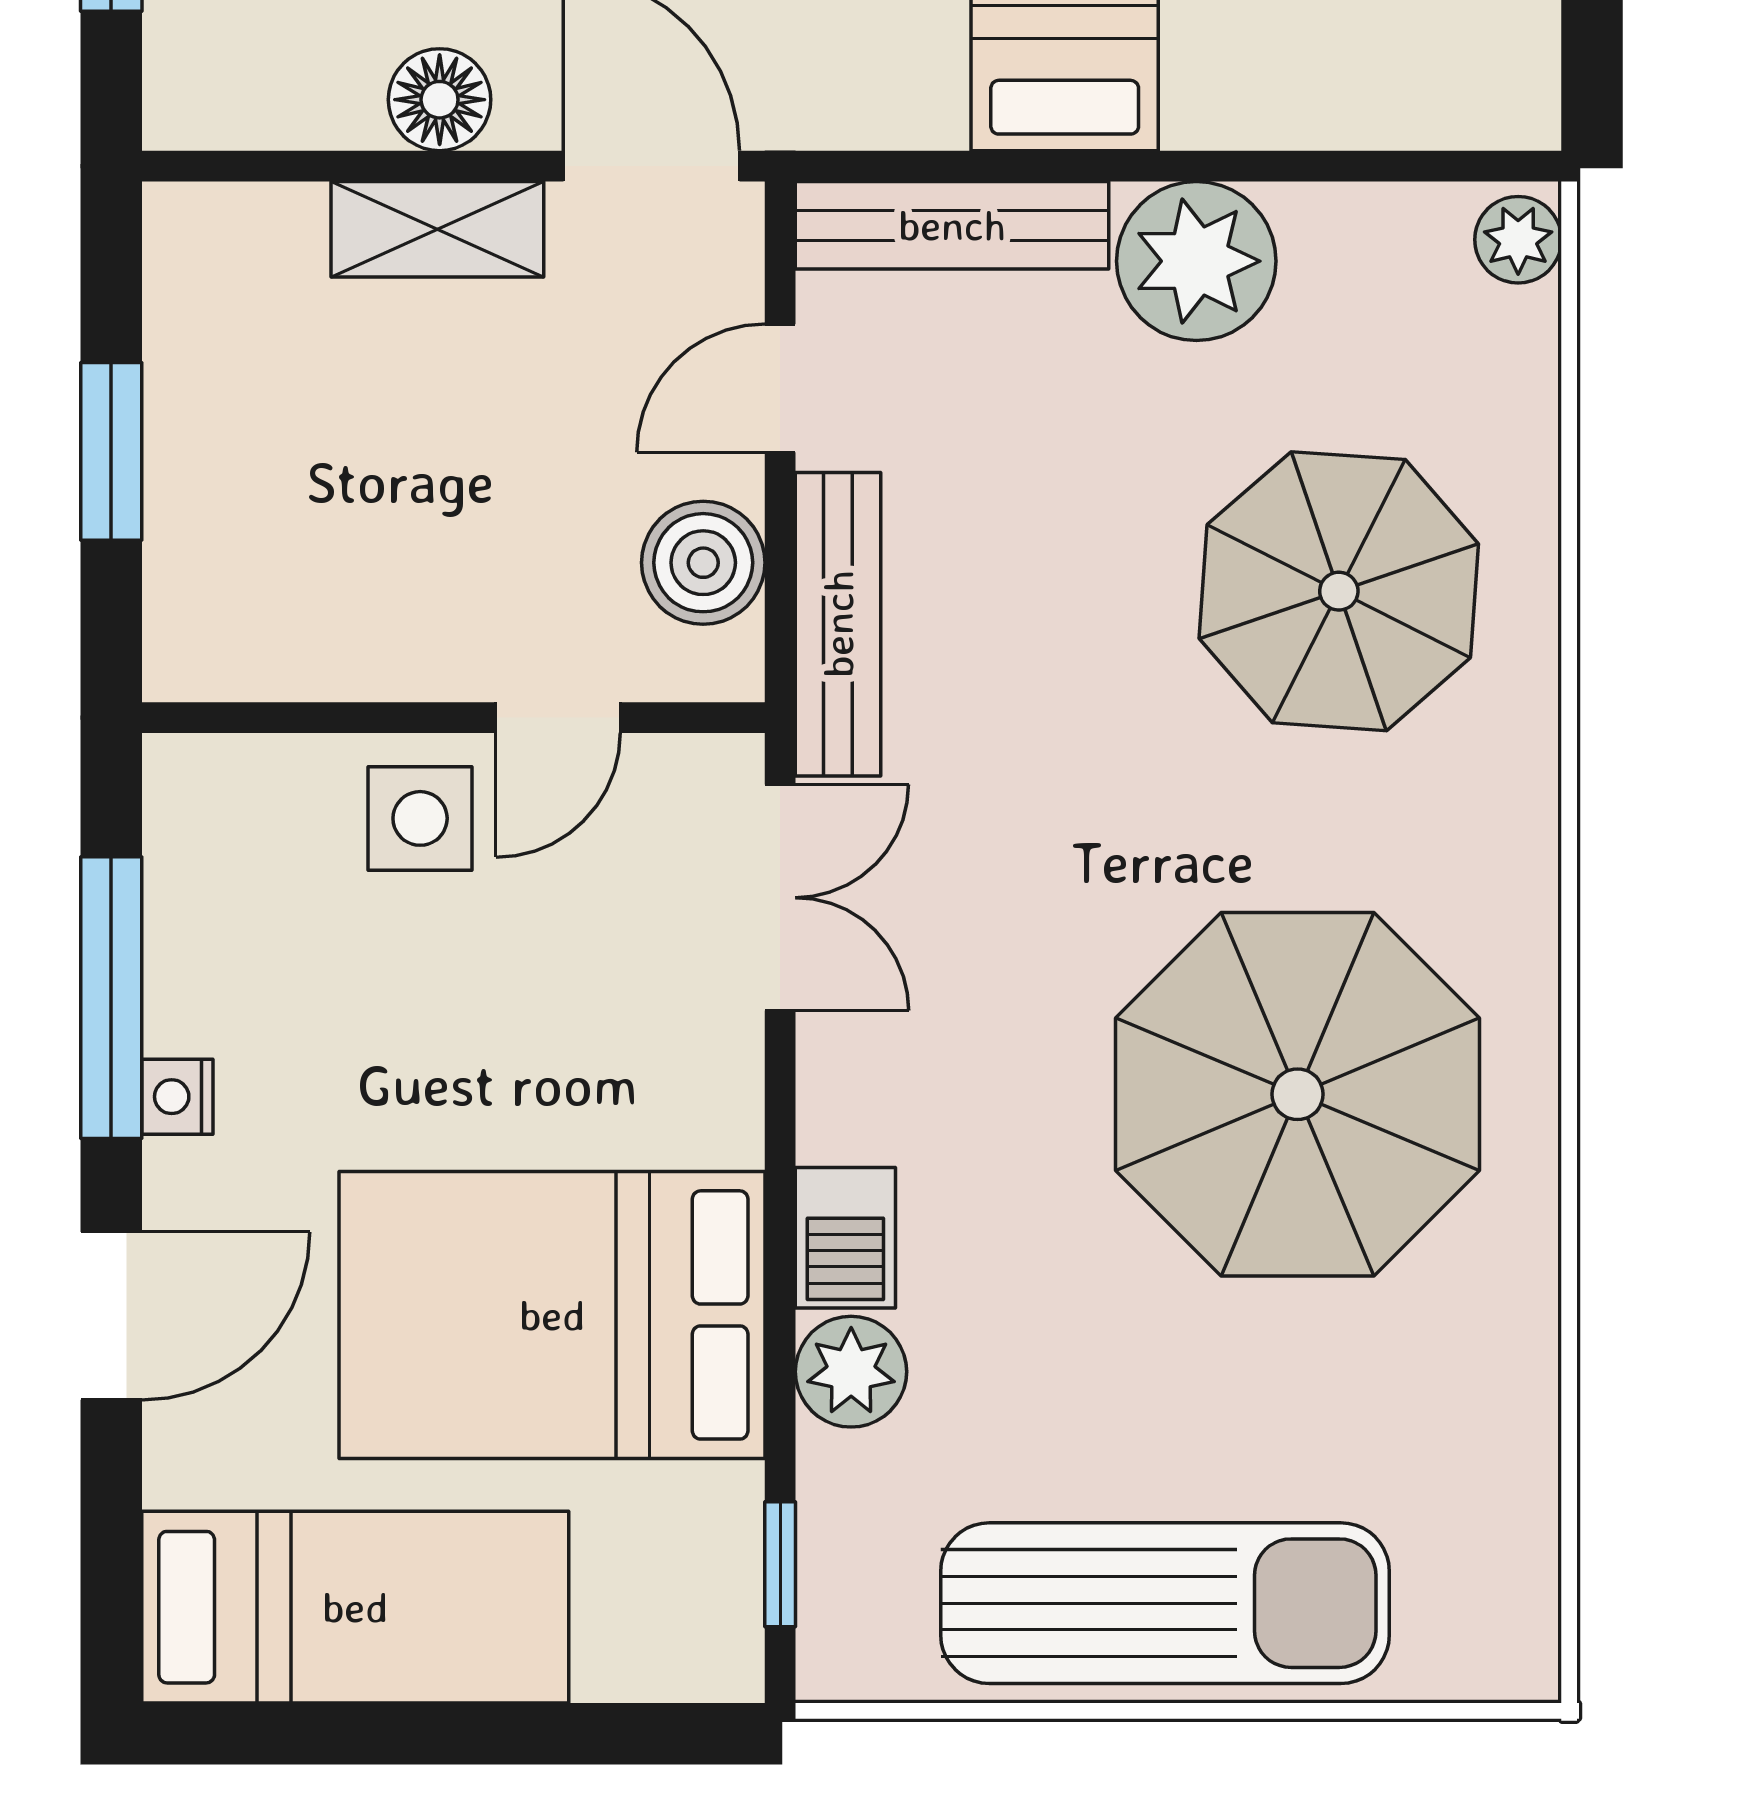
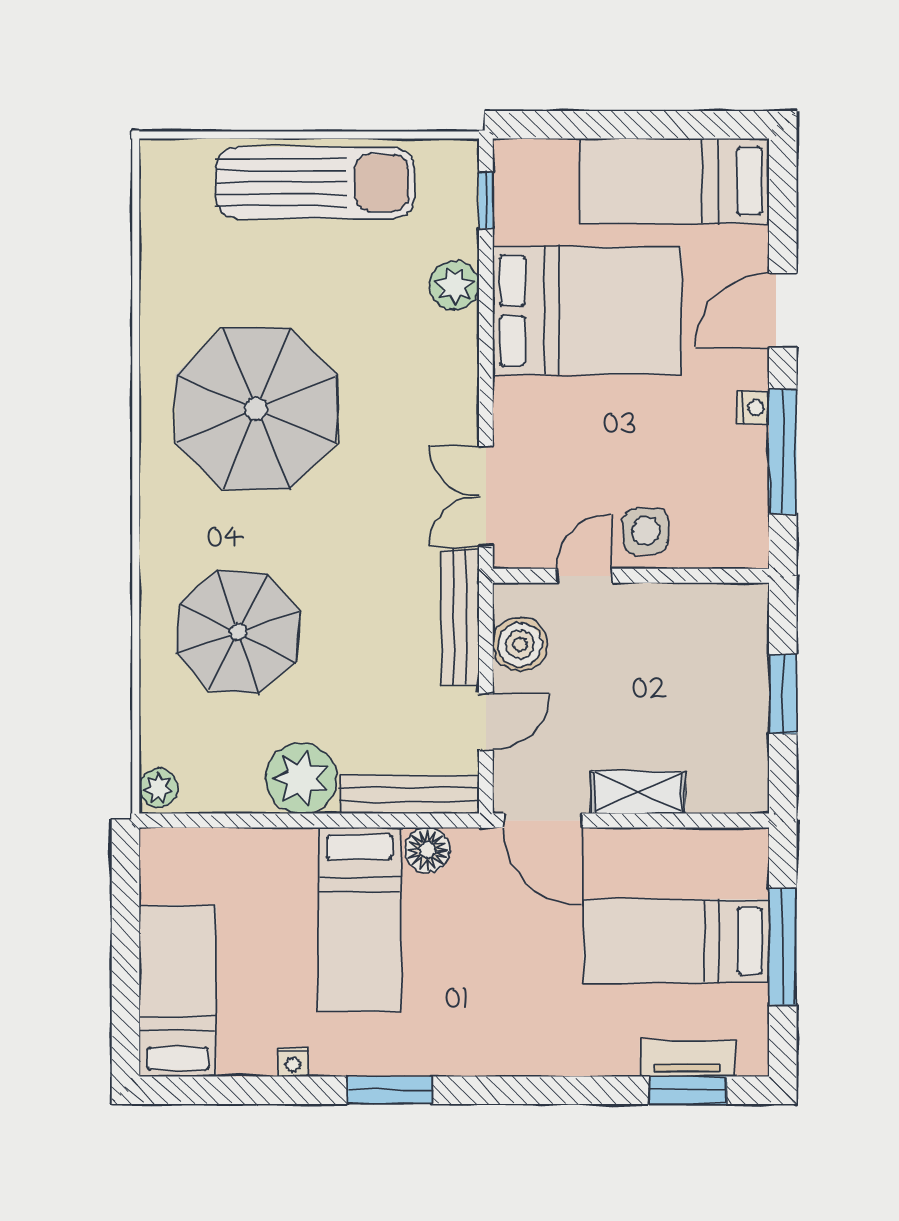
floor lamp: (440, 100) -> (427, 850), moved
barbecue: (845, 1238) -> (457, 345), removed
sun lounger: (1165, 1603) -> (315, 183), turned 180

